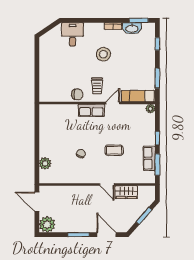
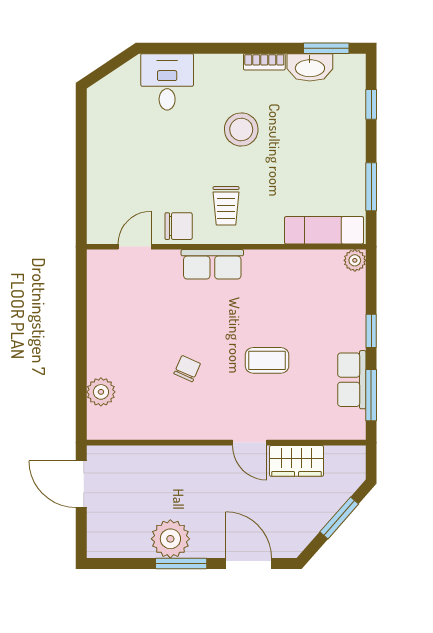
door: (113, 103) -> (135, 247), moved
plant: (47, 224) -> (170, 539), moved

